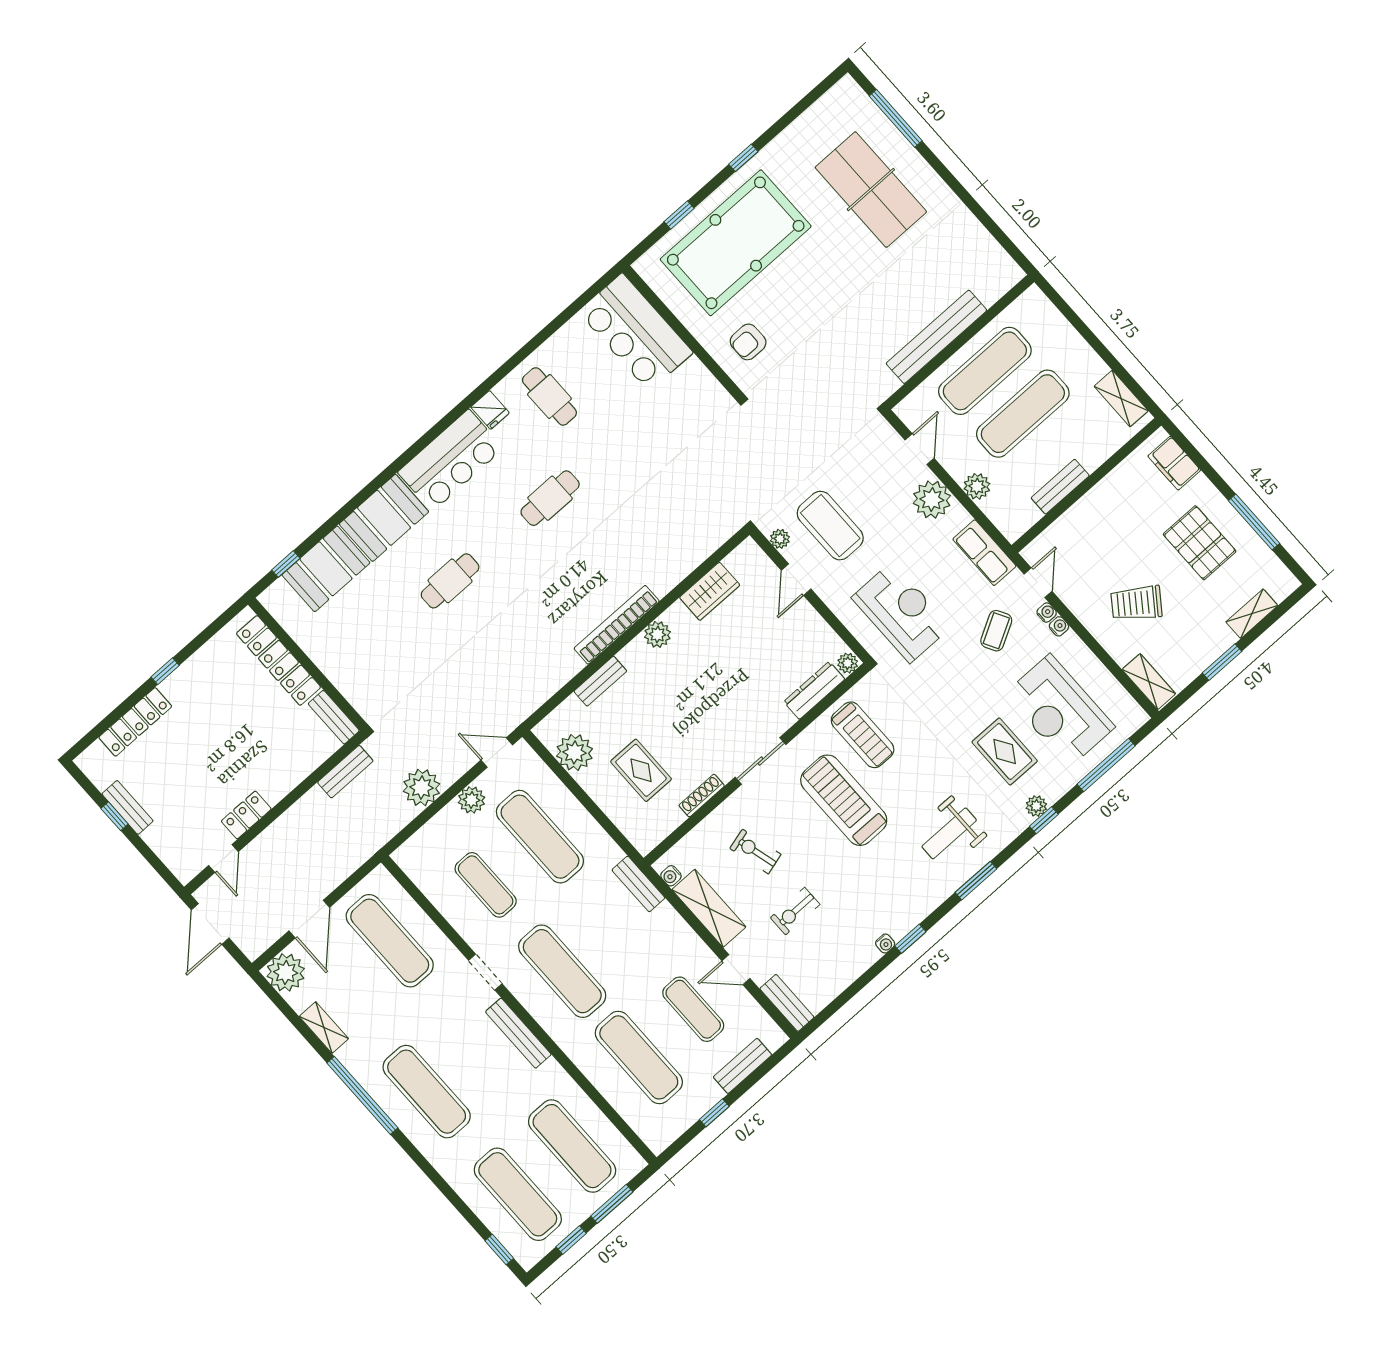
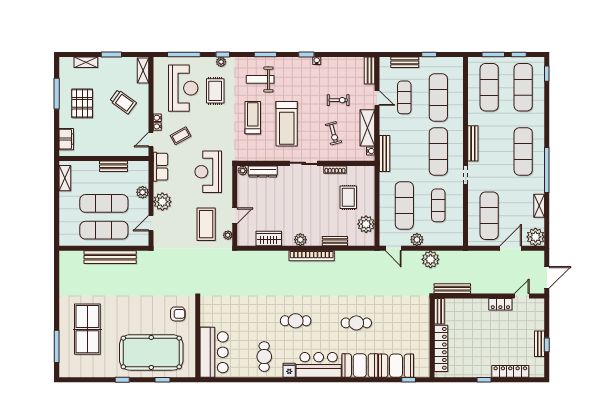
treadmill: (863, 735) -> (253, 118), moved
bench: (345, 772) -> (452, 289), width x1.36
weight bench: (949, 833) -> (260, 79), turned 180
bench: (638, 884) -> (385, 153), width x1.36

